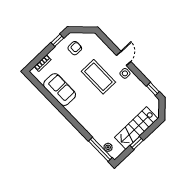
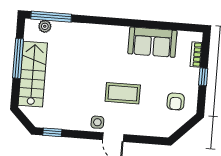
window: (57, 40) -> (203, 77), moved
coffee table: (98, 77) -> (123, 93), width x0.73, depth x0.76
window: (137, 143) -> (18, 58), width x2.17

